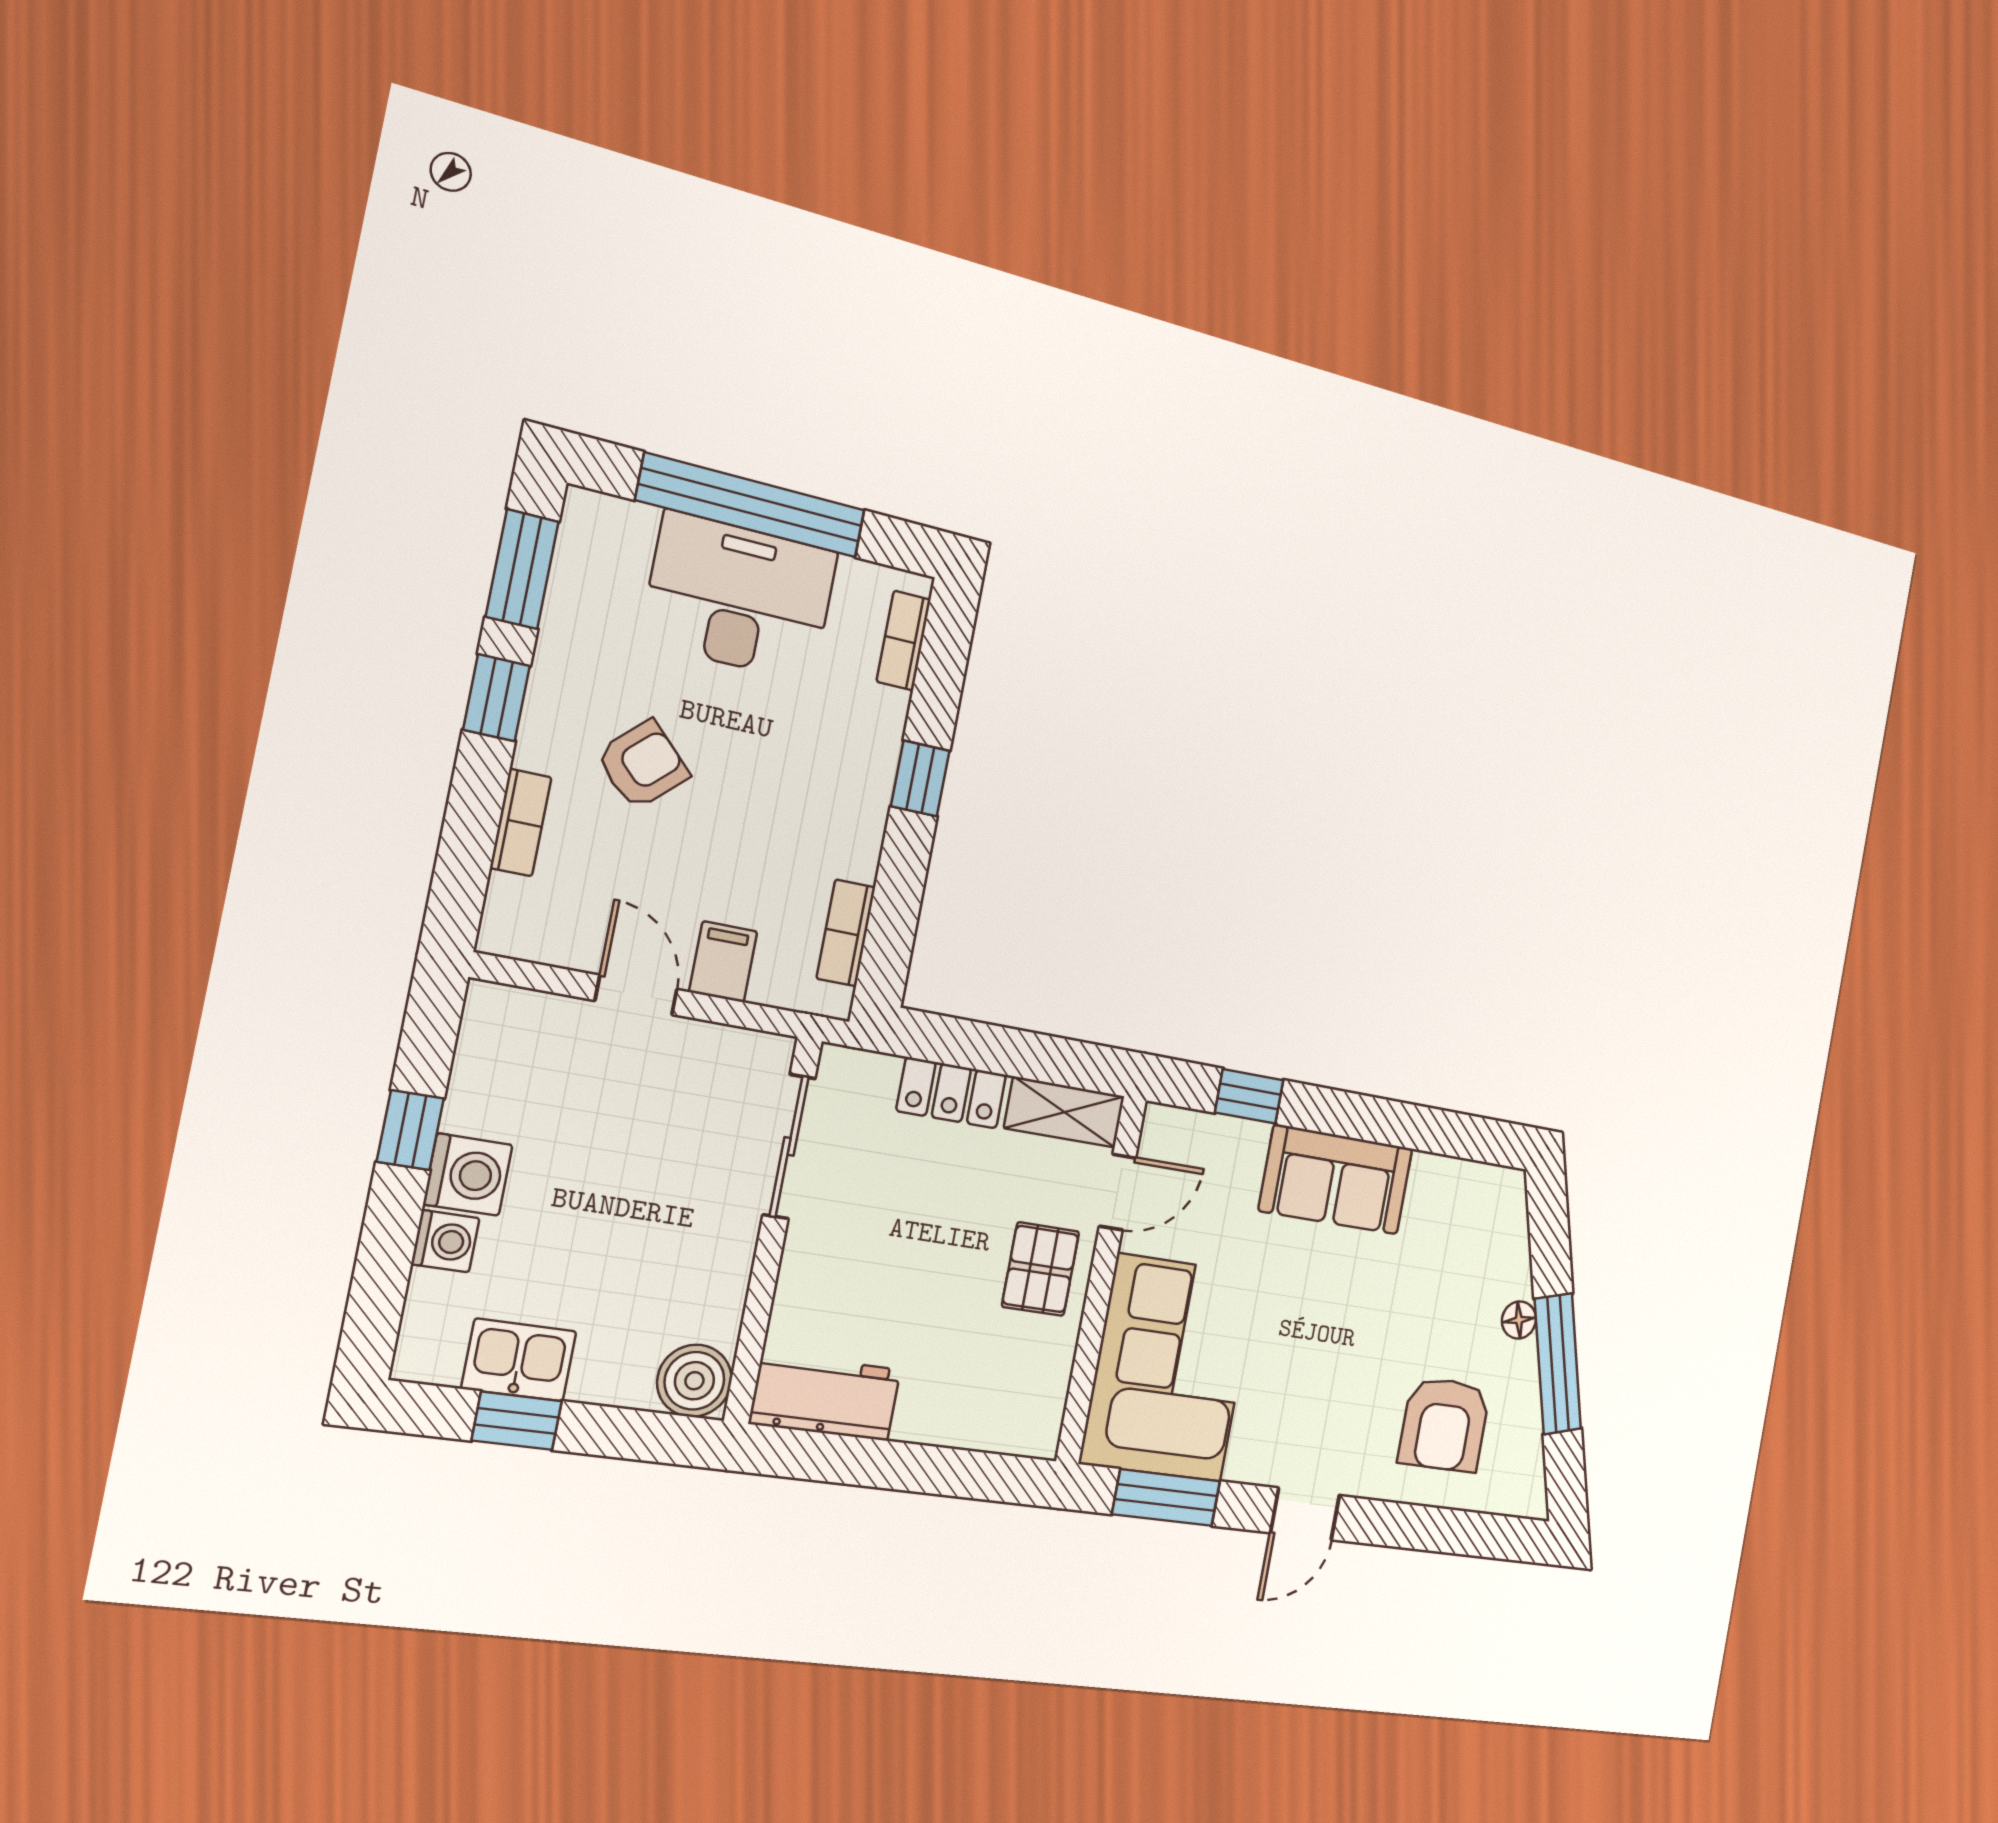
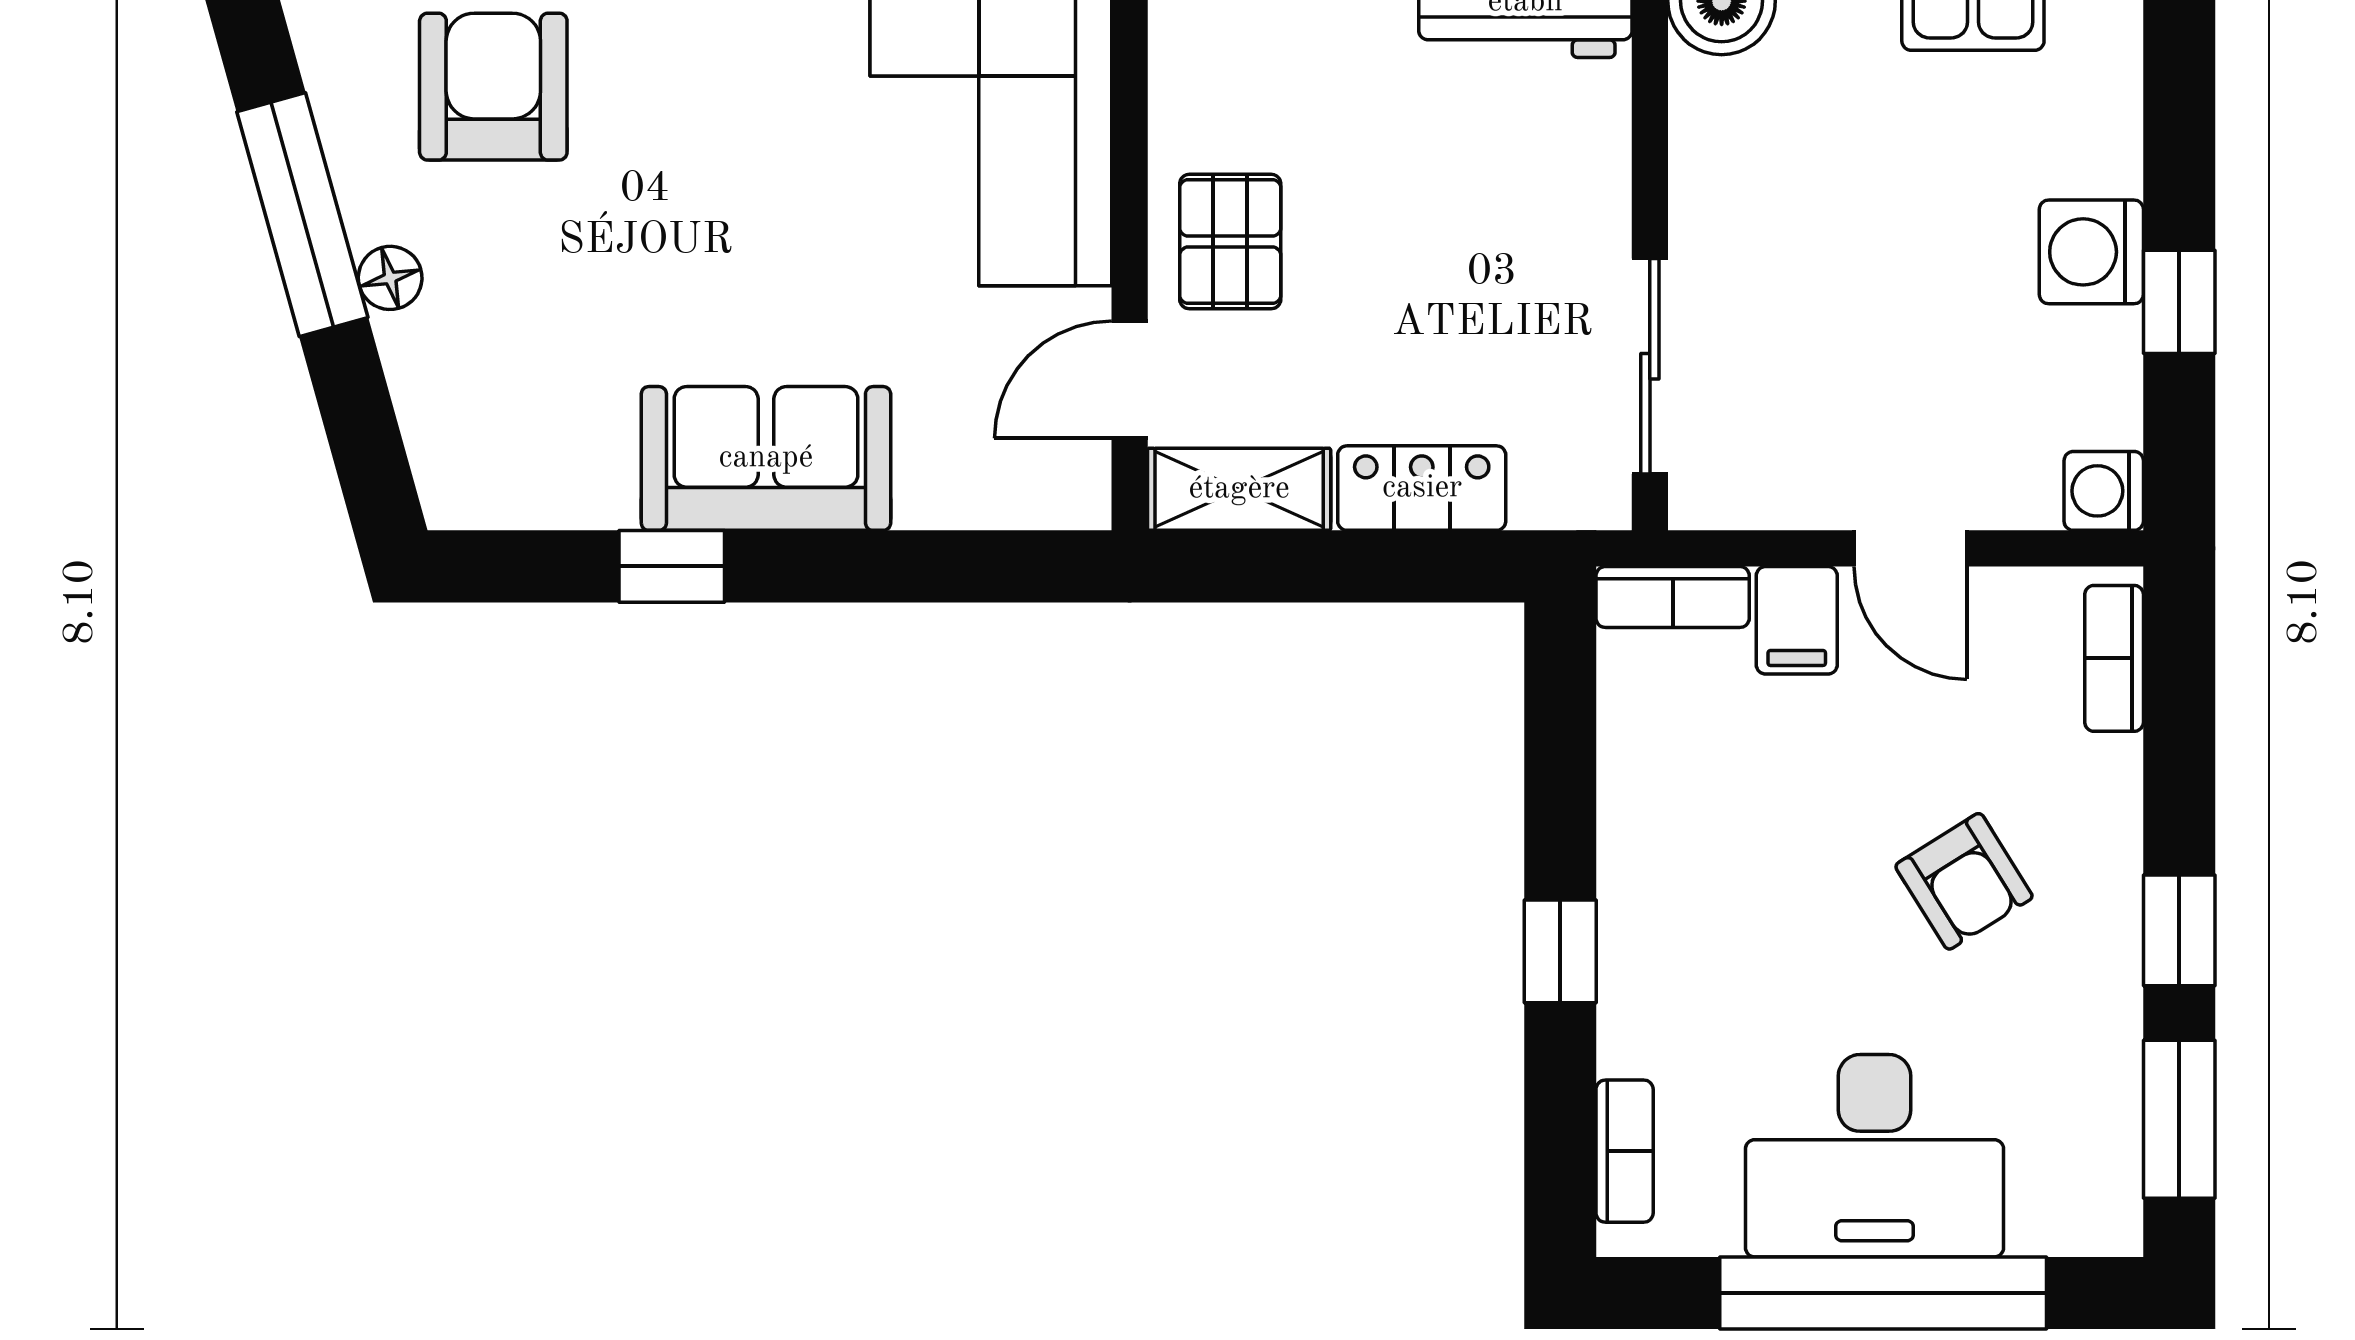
armchair: (643, 765) -> (1964, 881), turned -78
bookcase: (521, 822) -> (2114, 658), moved
bookcase: (846, 933) -> (1673, 597), moved, turned 90
window: (1249, 1096) -> (672, 566), moved
washing machine: (445, 1241) -> (2104, 491), moved

